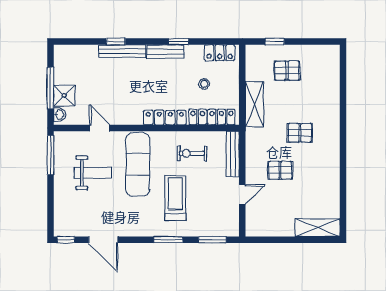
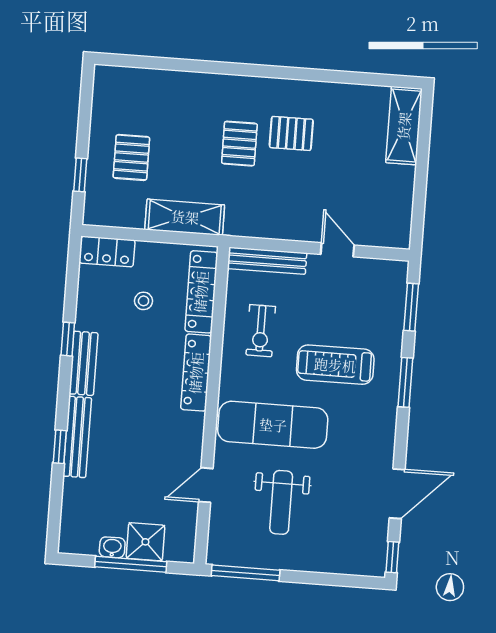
locker: (220, 53) -> (107, 252), moved, turned 90
washbasin: (59, 115) -> (112, 547), moved
pallet: (280, 170) -> (291, 133), moved, turned 90
weight bench: (93, 173) -> (281, 502), turned 180

